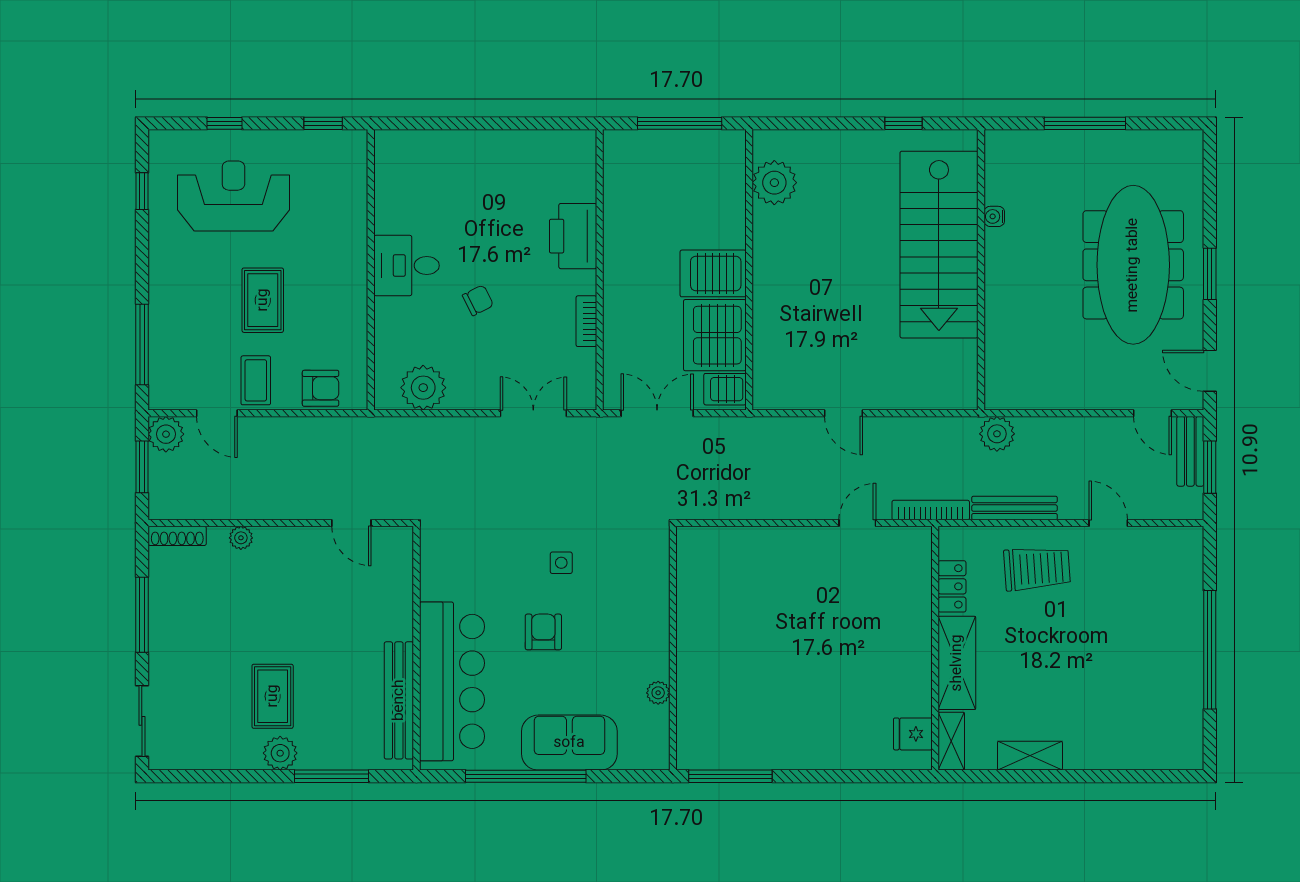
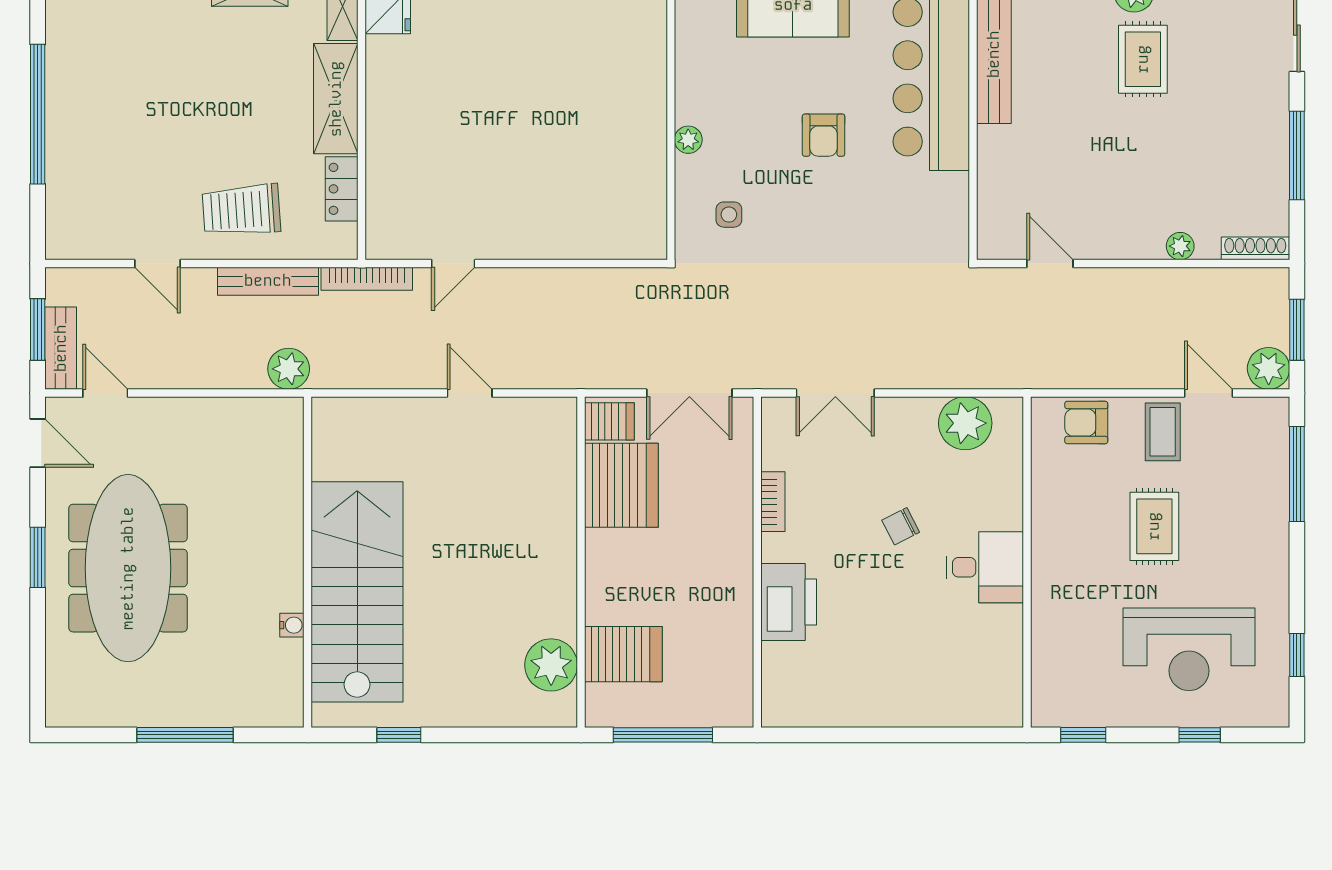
server rack: (713, 273) -> (623, 654), moved
side table: (561, 563) -> (729, 215), moved
plant: (658, 693) -> (688, 140), moved

